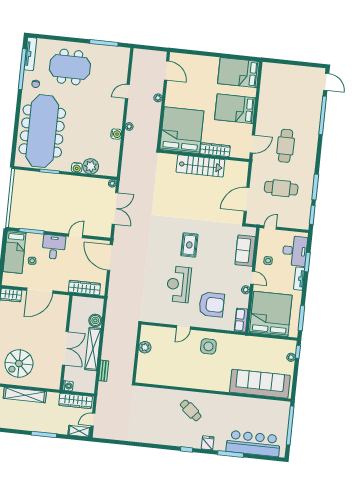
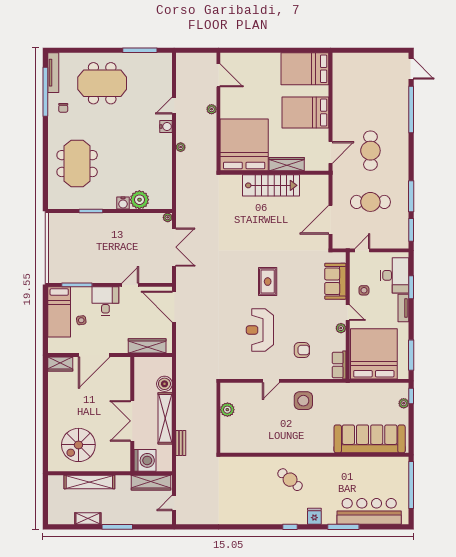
meeting table: (42, 131) -> (77, 164), width x0.54, depth x0.79
water cooler: (116, 134) -> (166, 126), moved
armchair: (212, 304) -> (302, 350), width x0.53, depth x0.53
double door: (65, 348) -> (132, 421), swing flipped
washing machine: (68, 386) -> (145, 460), width x1.89, depth x1.89
shelving: (79, 431) -> (88, 518), moved

